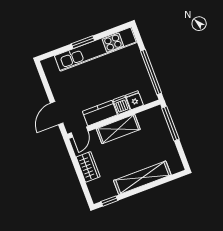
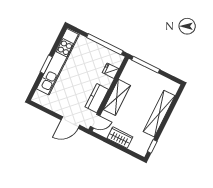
dishwasher: (121, 105) -> (105, 81), removed
door: (57, 113) -> (70, 123), hinge flipped
door: (80, 132) -> (95, 121), hinge flipped

